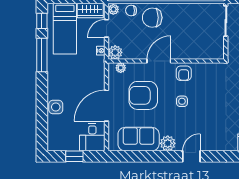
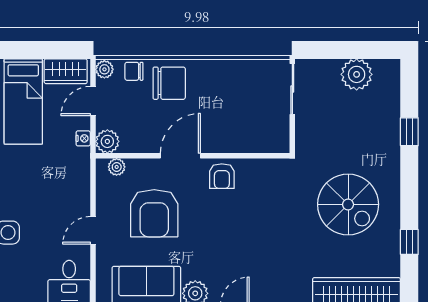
chair: (152, 18) -> (169, 83), turned 180
armchair: (143, 95) -> (154, 213), turned -90
side table: (182, 101) -> (219, 223), removed
door: (107, 106) -> (93, 230), width x0.53

